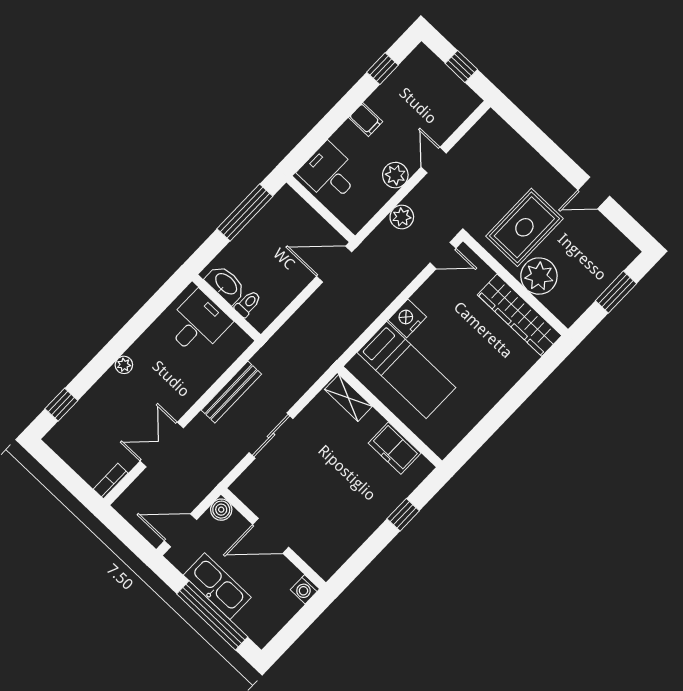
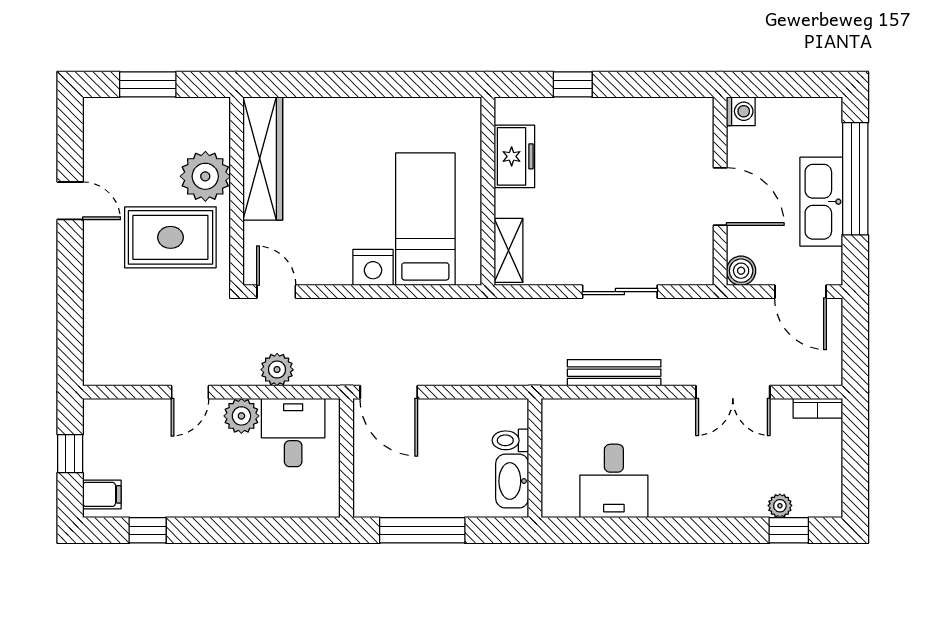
filing cabinet: (366, 120) -> (102, 494), moved, turned 90
desk: (329, 173) -> (293, 433), moved, turned 180
desk: (198, 324) -> (614, 481), moved, turned -90
plant: (124, 365) -> (780, 506), moved

